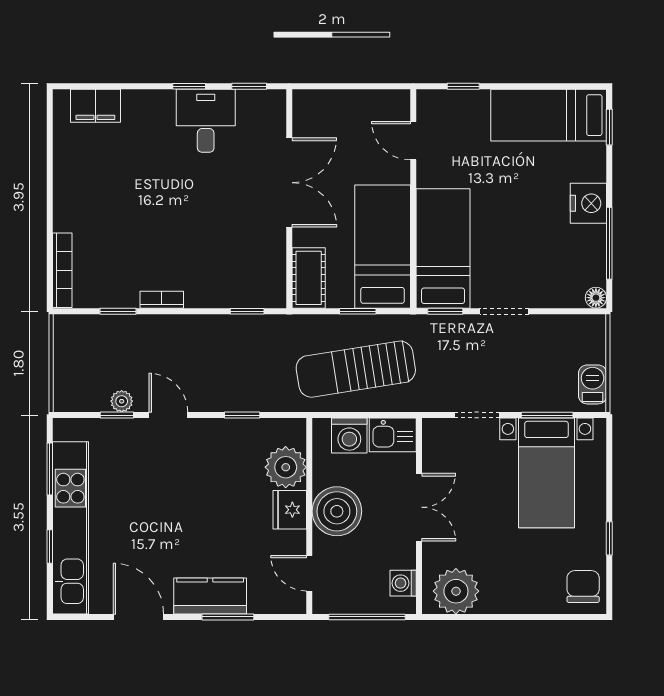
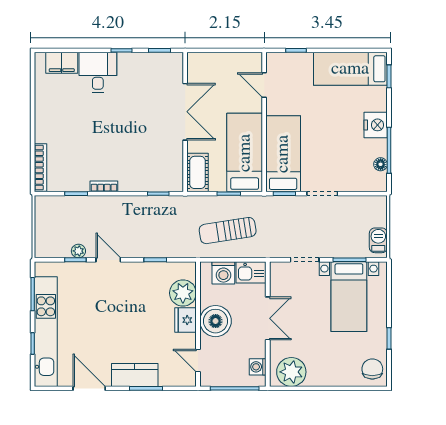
desk: (206, 121) -> (98, 72), moved
floor lamp: (596, 298) -> (381, 164), moved
sun lounger: (356, 369) -> (228, 231), width x0.73, depth x0.75

